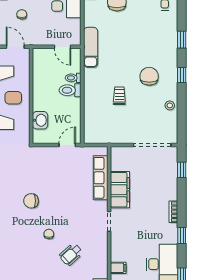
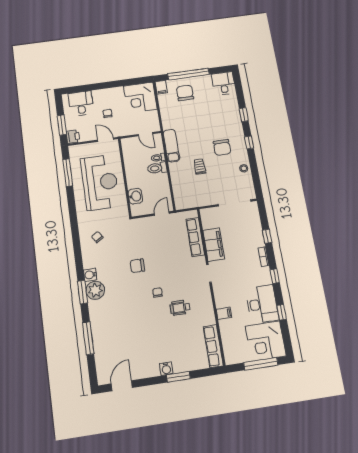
exam couch: (91, 47) -> (171, 146), moved
chair: (149, 76) -> (222, 147), turned 180
window: (182, 170) -> (267, 236), moved
wheelchair: (71, 254) -> (180, 308), turned 42

